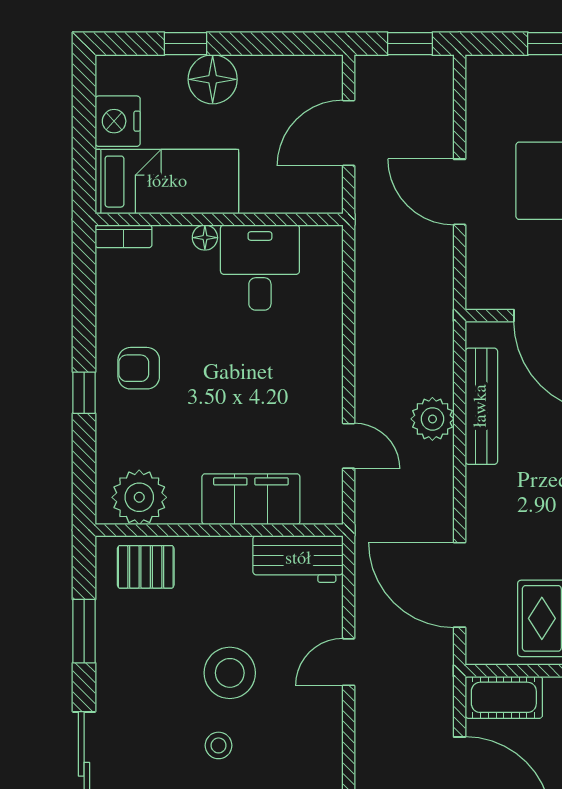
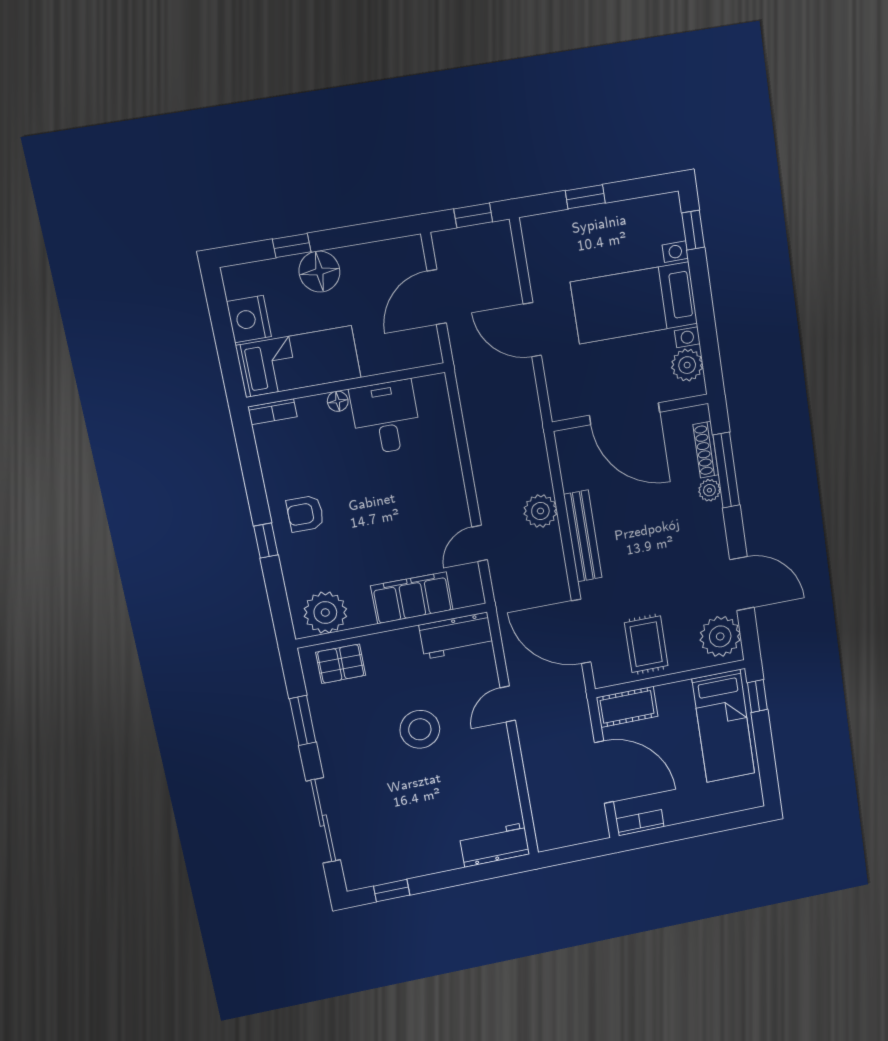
bench: (481, 406) -> (583, 536), moved
door: (349, 446) -> (480, 543), swing flipped
stool: (219, 745) -> (421, 783), removed

